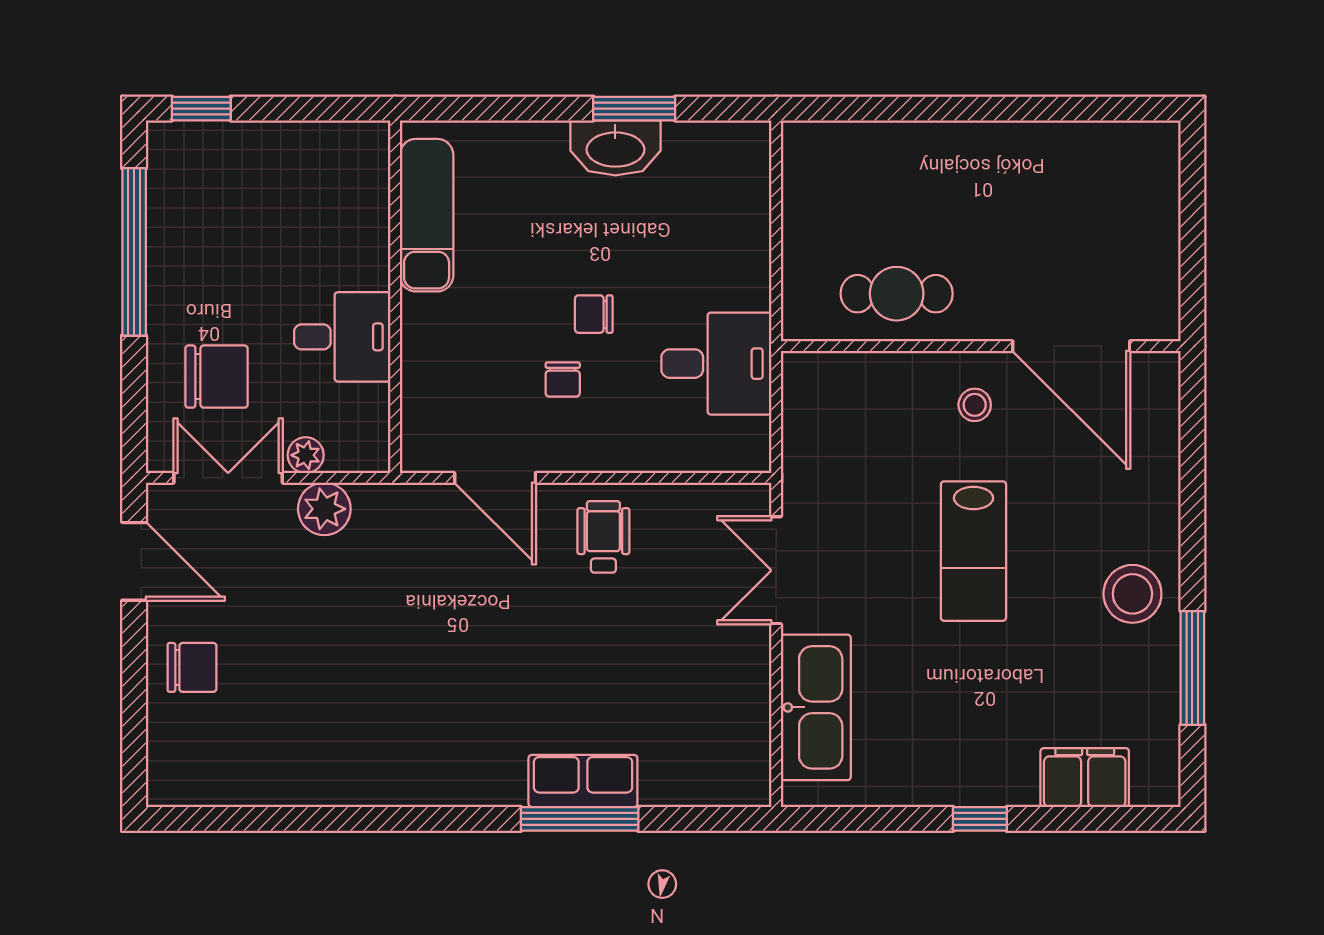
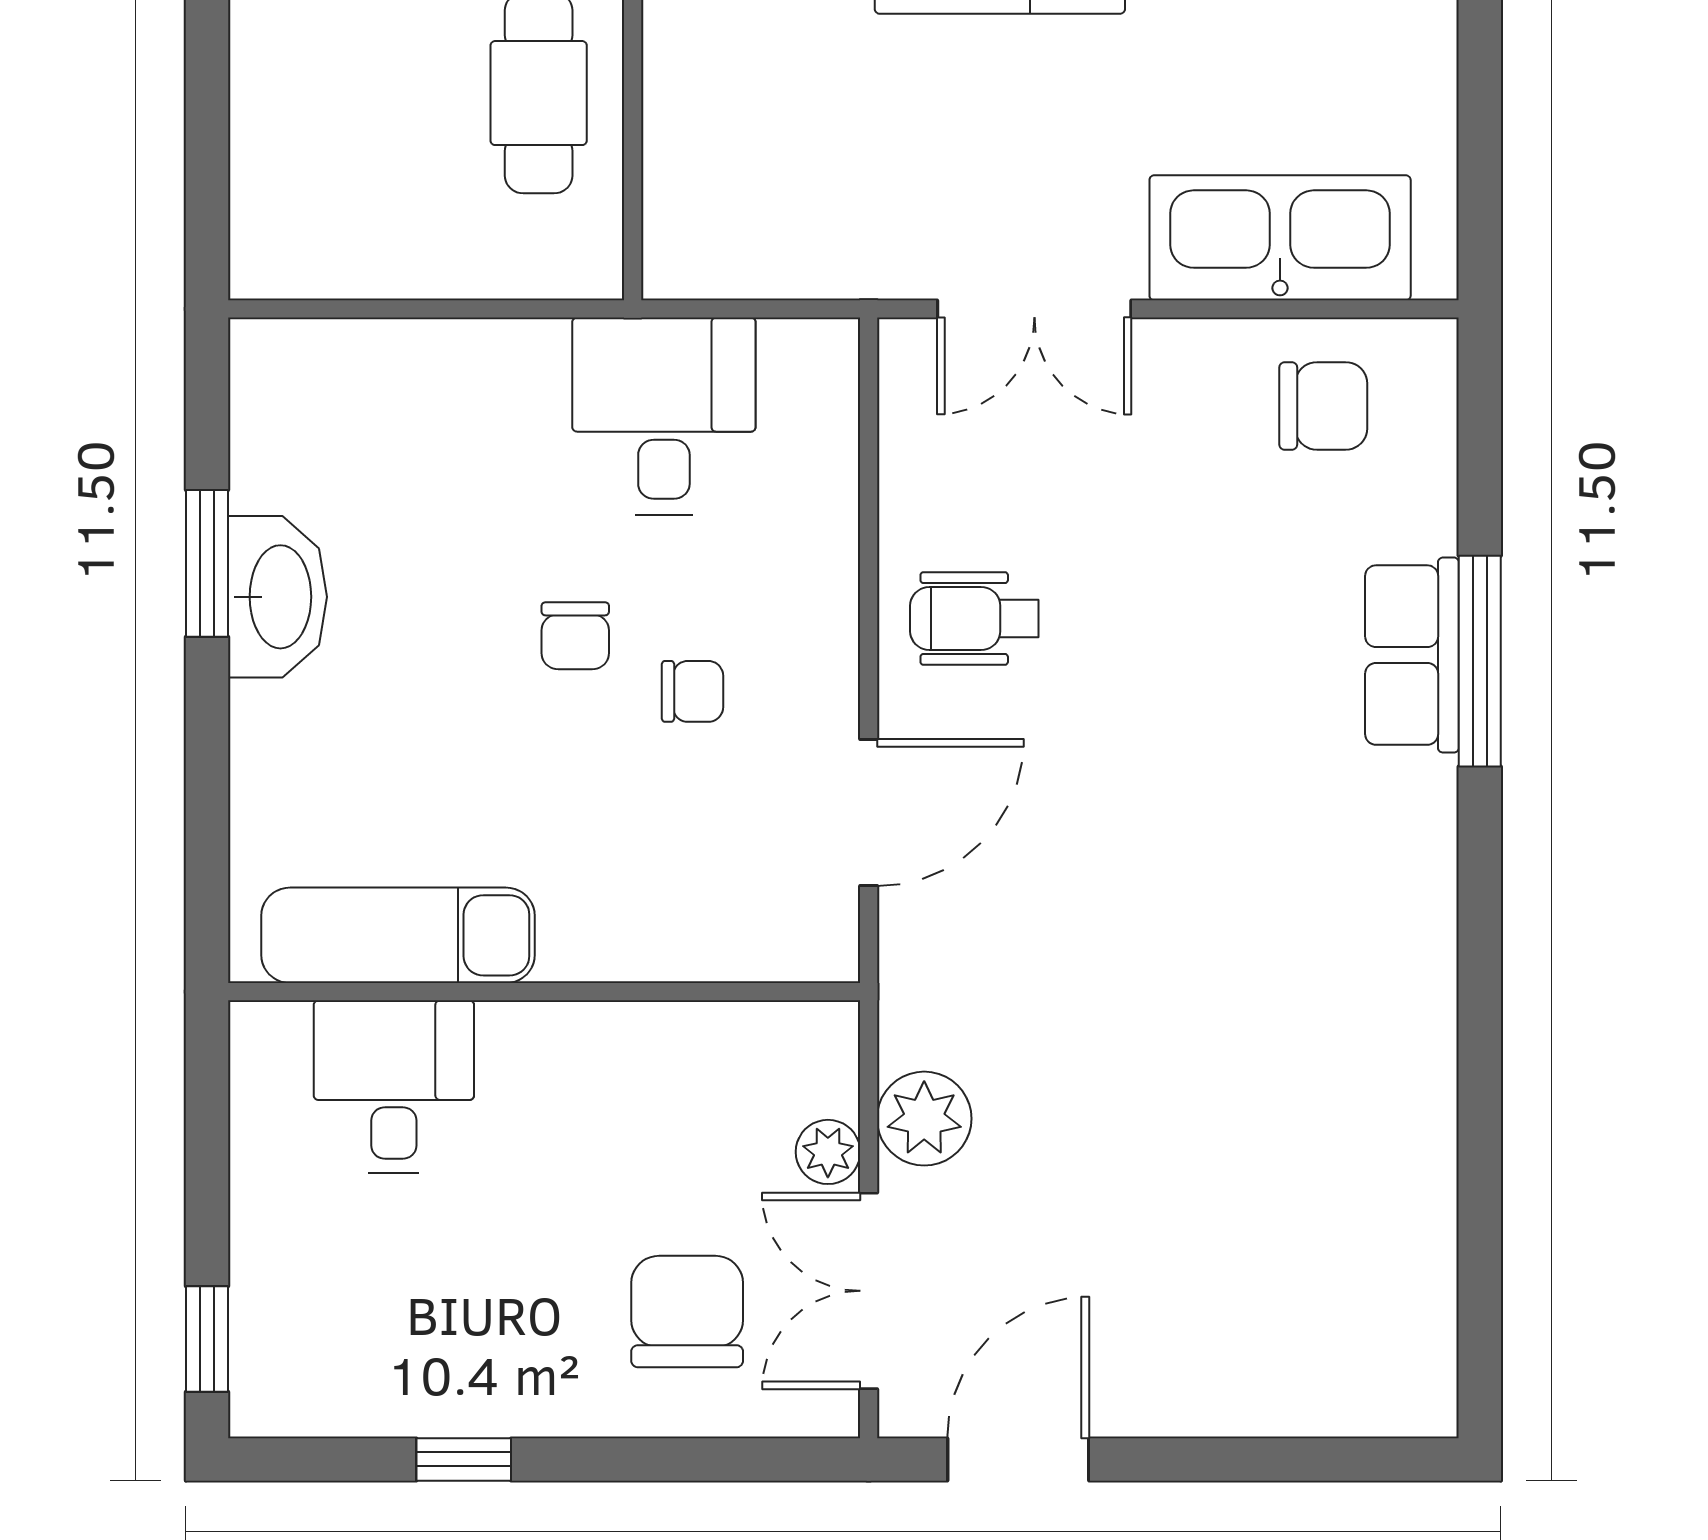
window: (134, 252) -> (464, 1459), width x0.32
desk: (342, 337) -> (394, 1086), moved
chair: (192, 667) -> (1323, 406), moved, turned 90

